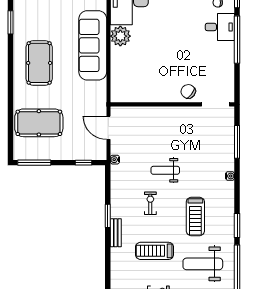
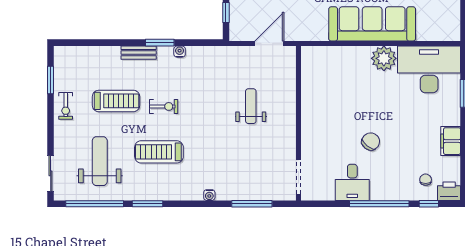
desk: (220, 27) -> (352, 182), moved
chair: (188, 91) -> (371, 141), moved
water cooler: (115, 160) -> (180, 52), moved
weight bench: (165, 170) -> (251, 106), moved
exercise bike: (150, 203) -> (164, 106), moved
treadmill: (155, 251) -> (116, 101), turned 90

